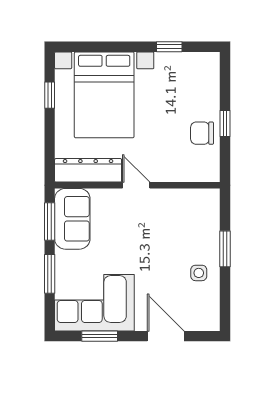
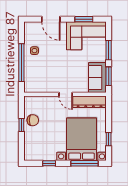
window: (98, 47) -> (84, 163), added
window: (225, 249) -> (21, 63), width x2.11

